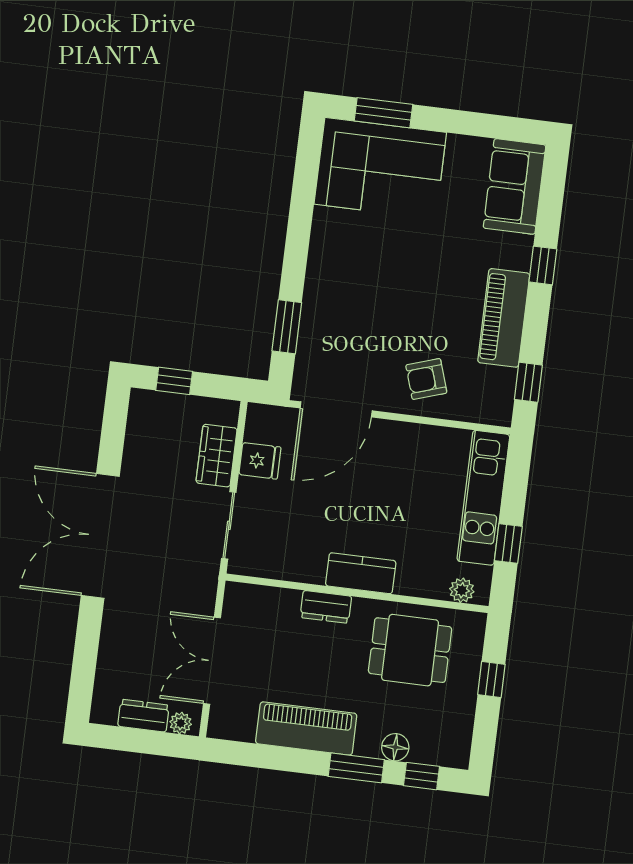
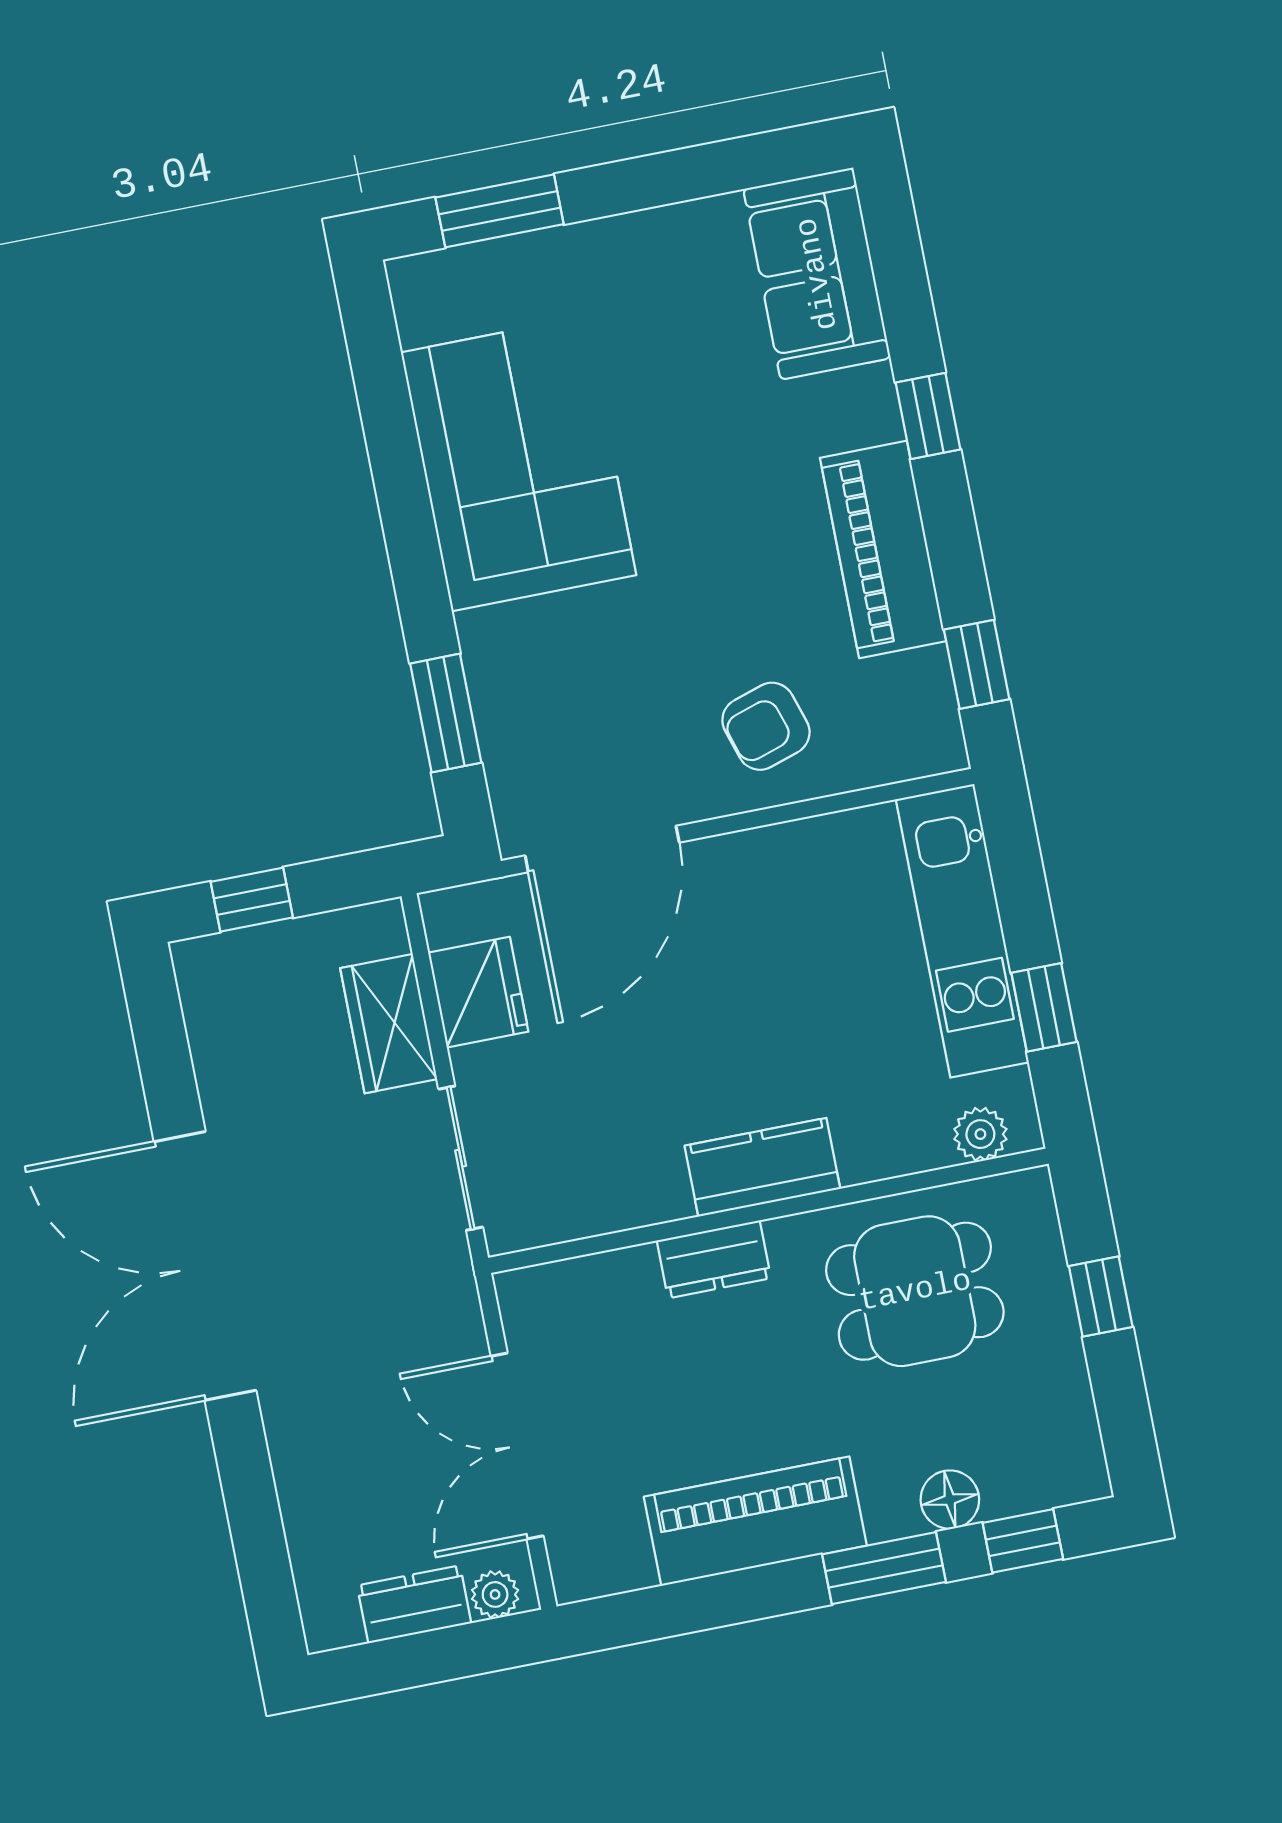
corner sofa: (380, 168) -> (519, 464), moved, turned -90
fridge: (260, 461) -> (478, 992), width x1.38

